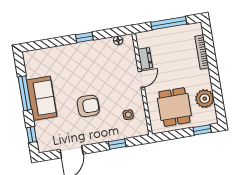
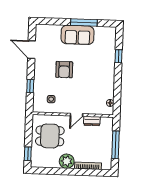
window: (84, 37) -> (119, 56), moved
door: (141, 79) -> (76, 115), hinge flipped
plant: (205, 99) -> (67, 161), moved
window: (32, 135) -> (51, 21), removed

